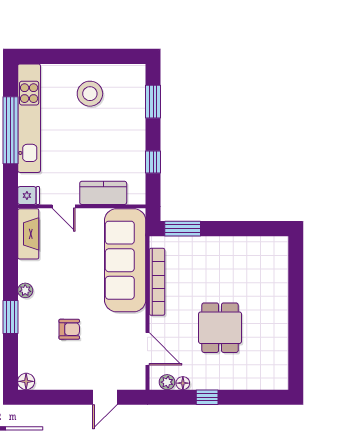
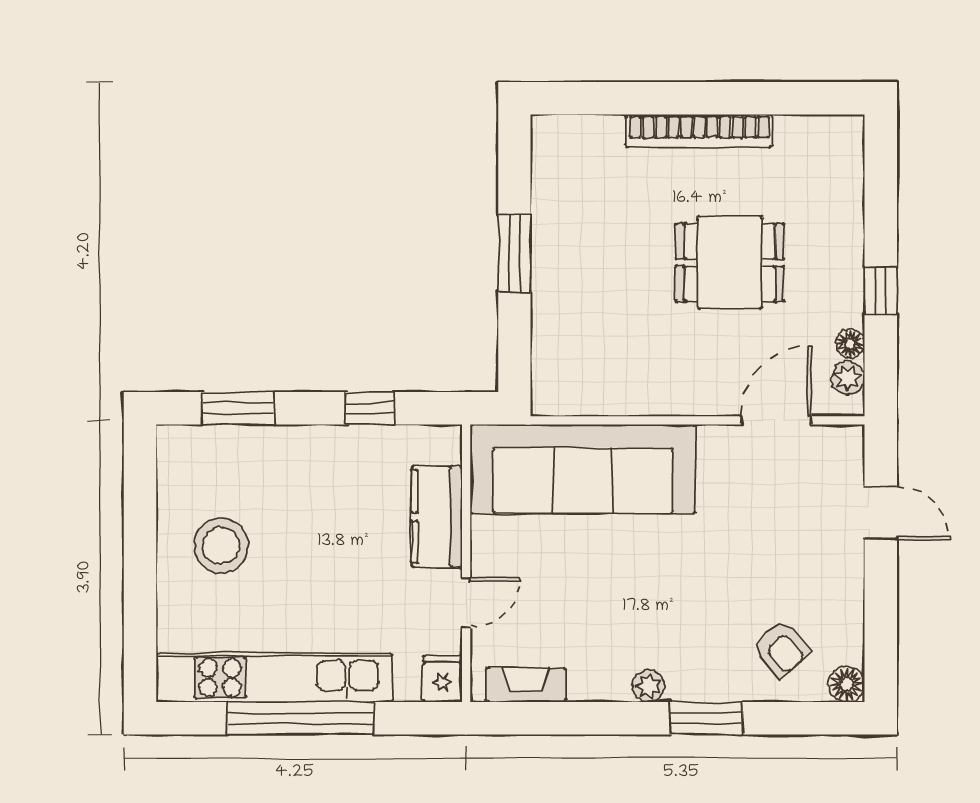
window: (183, 229) -> (514, 253), moved
fireplace: (28, 234) -> (526, 685), width x0.73, depth x0.76
bookcase: (157, 282) -> (699, 131), moved, turned 180
armchair: (69, 329) -> (782, 649), moved, turned 139

